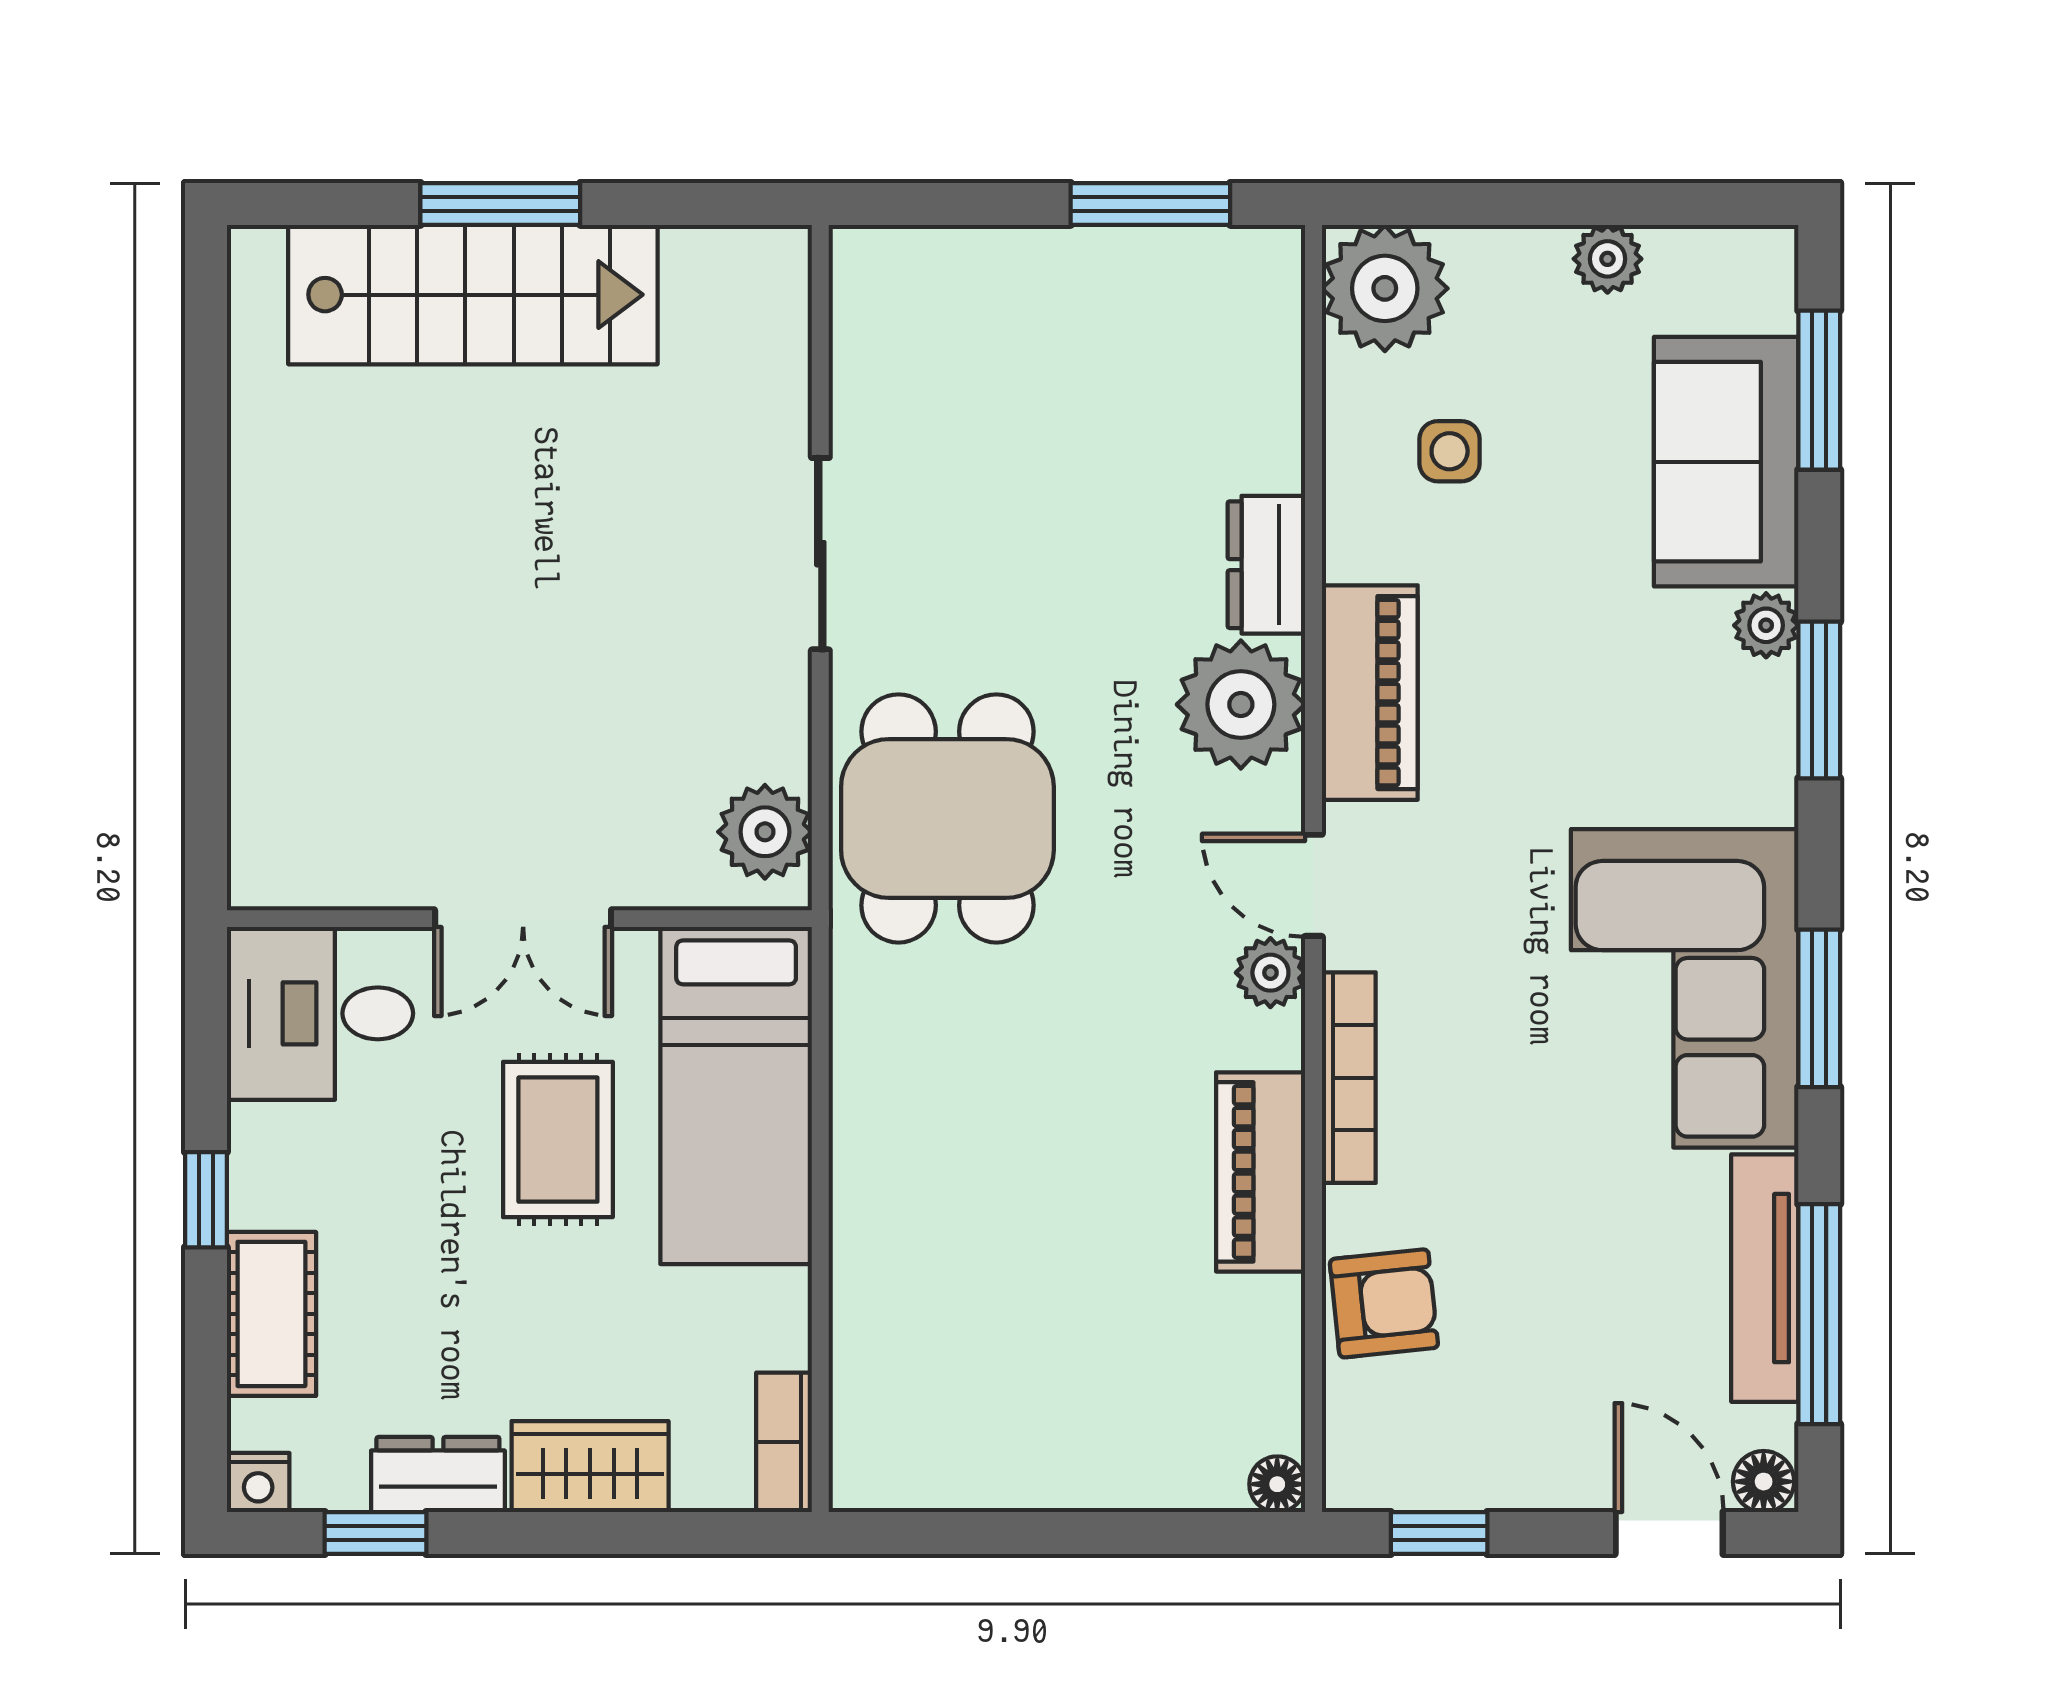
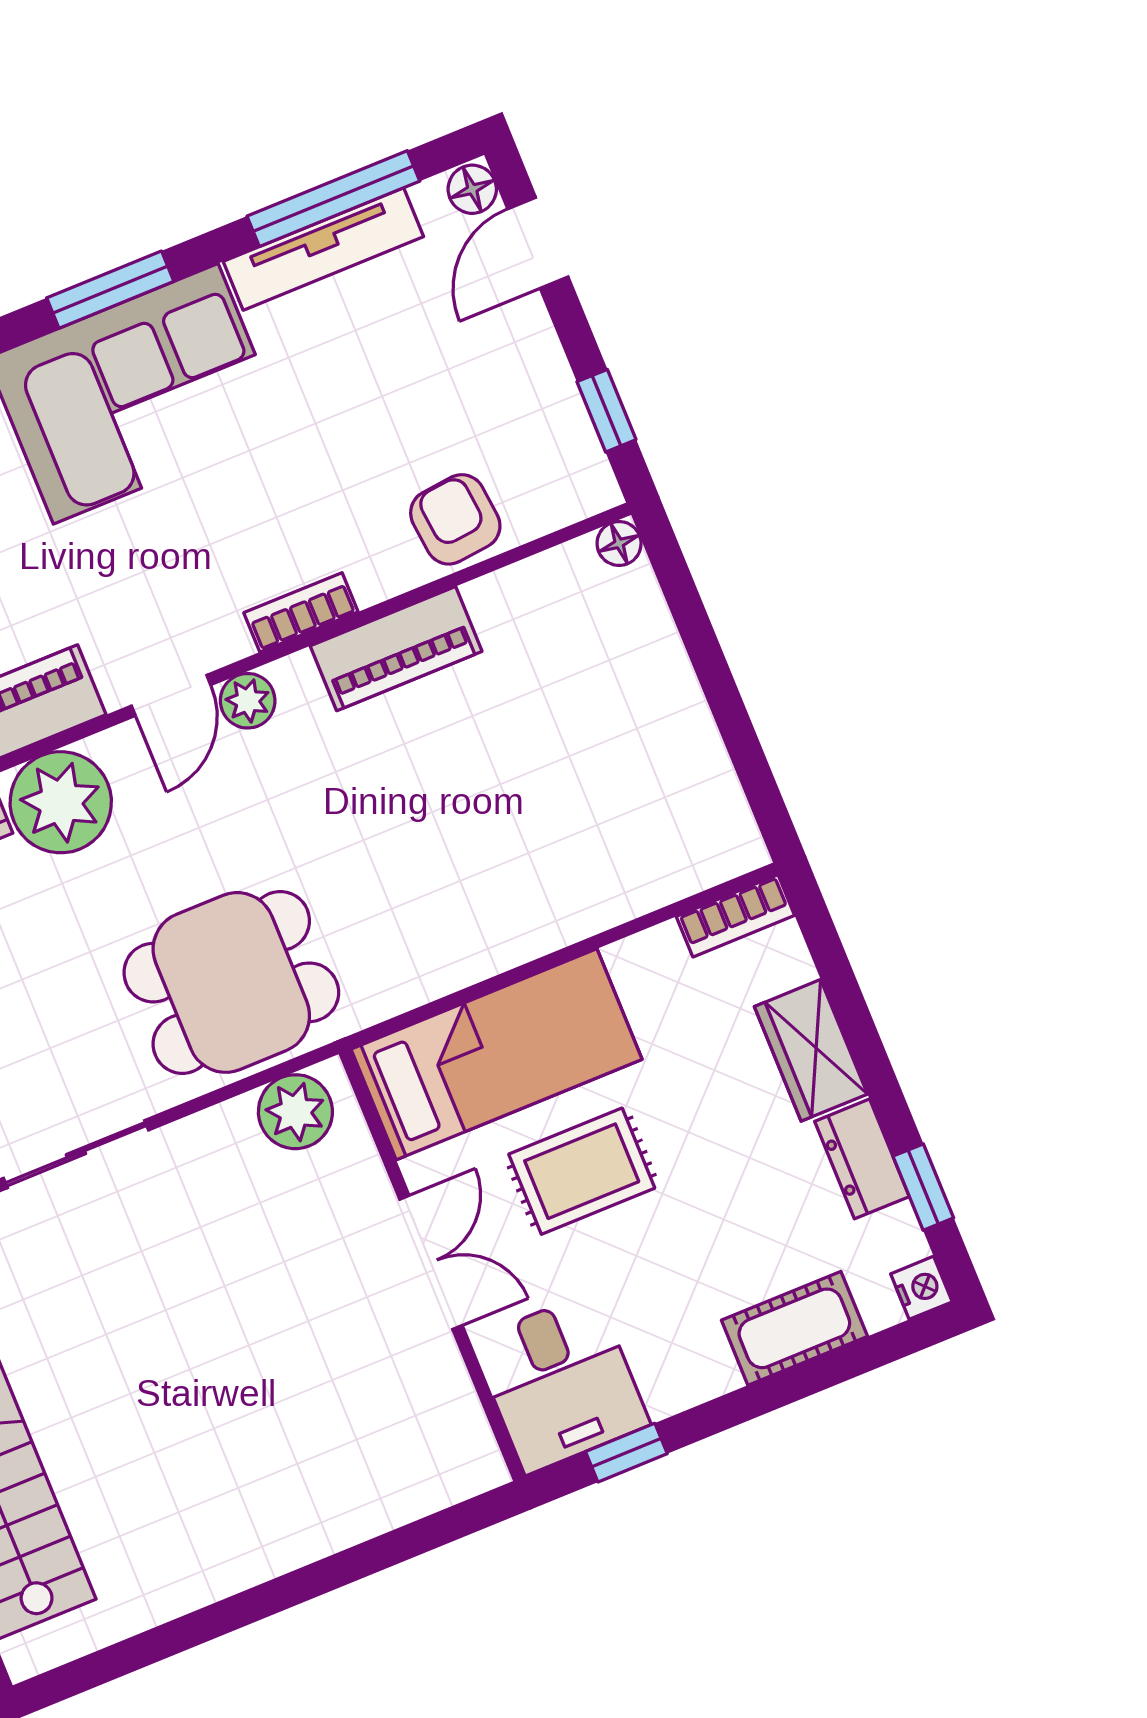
bookcase: (1349, 1078) -> (301, 612), width x0.64
window: (206, 1200) -> (626, 1453), moved

